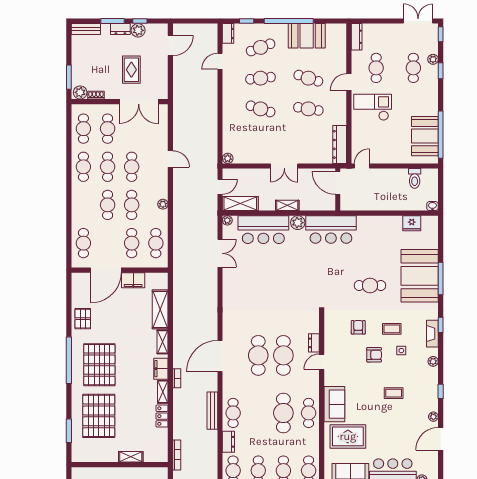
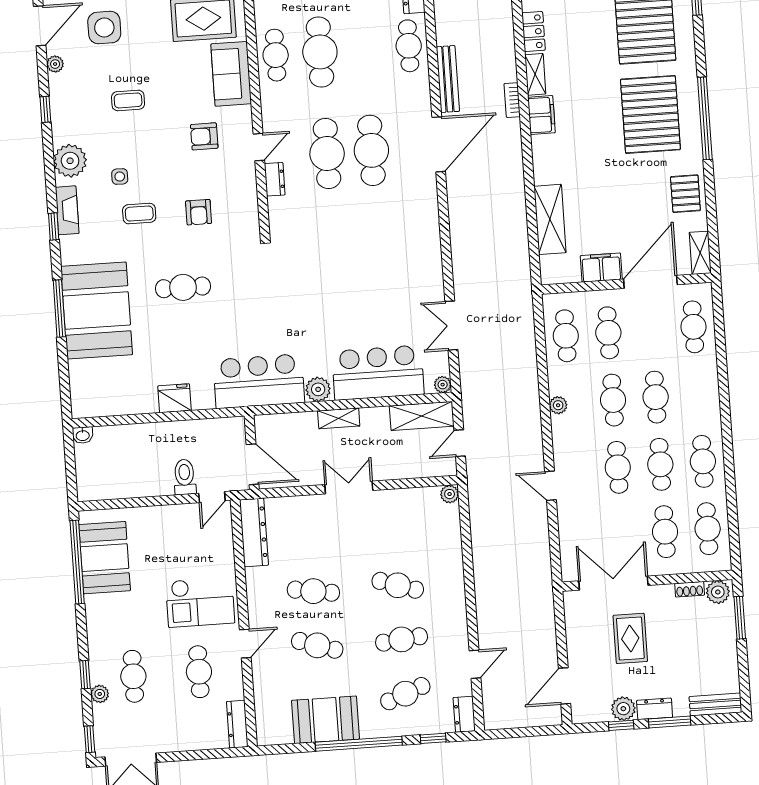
toilet: (415, 178) -> (185, 477), moved
fridge: (412, 223) -> (174, 398), moved
shelving: (163, 342) -> (700, 253), moved
armchair: (374, 355) -> (204, 136), moved
plant: (433, 361) -> (70, 161), width x1.87, depth x1.87
bench: (212, 411) -> (448, 79), moved
side table: (404, 435) -> (104, 28), added

